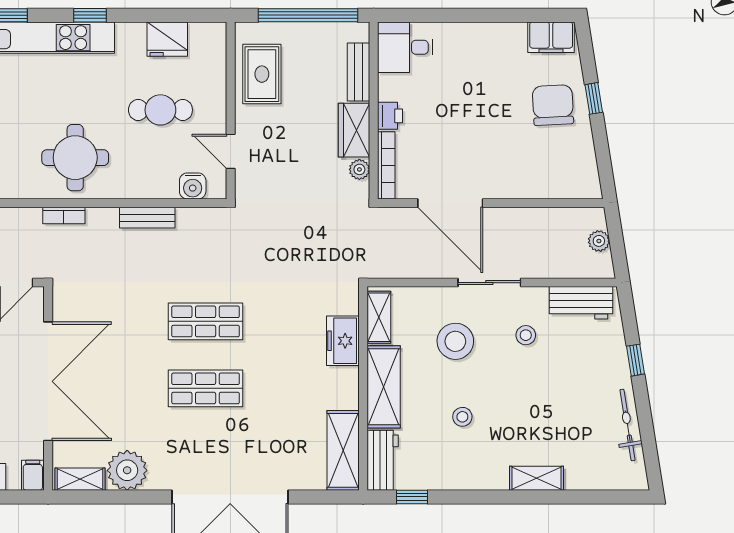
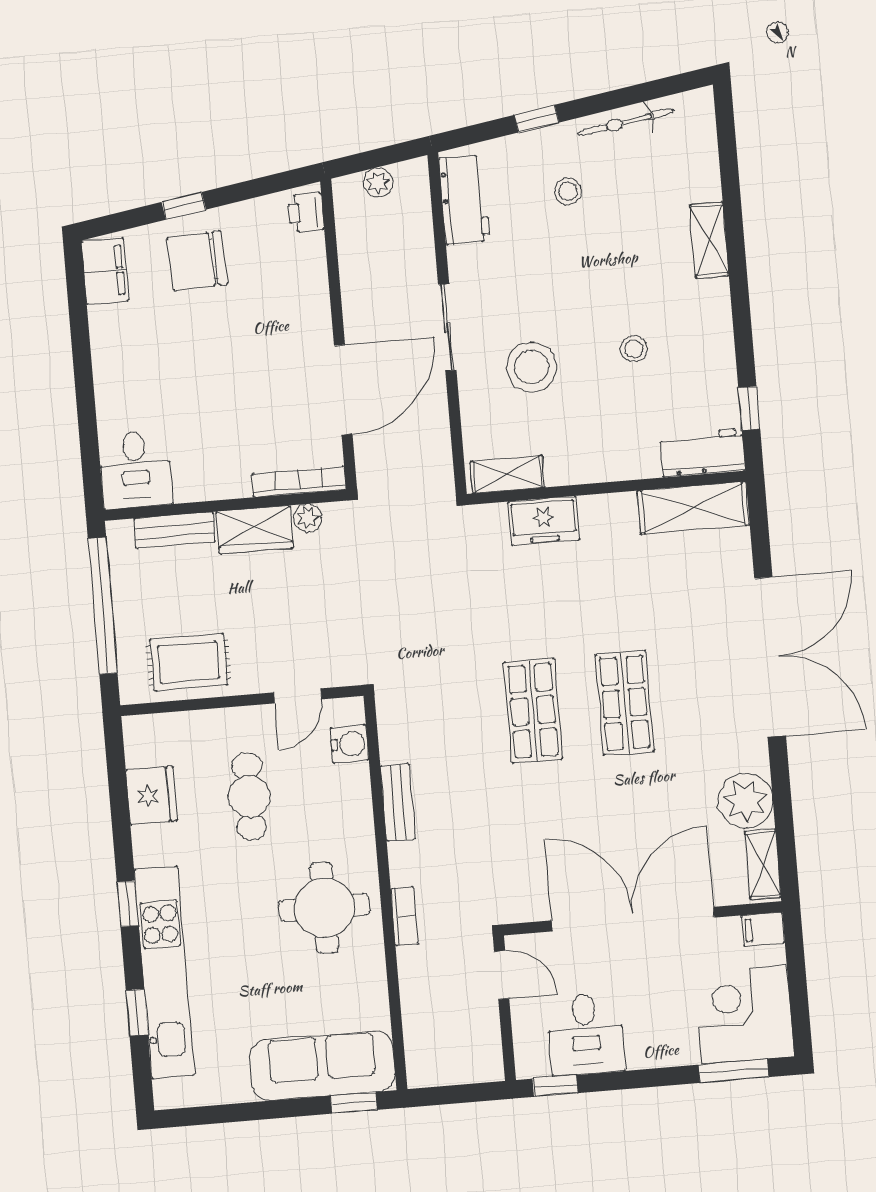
printer: (390, 116) -> (306, 213), moved, turned -90
stool: (526, 335) -> (568, 191), moved
shelving: (384, 387) -> (602, 460), removed

